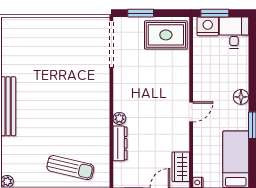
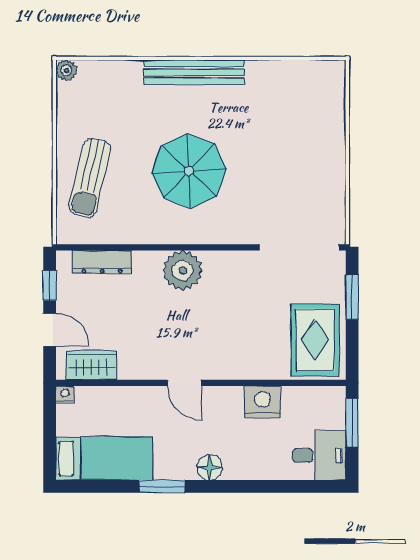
nightstand: (208, 26) -> (262, 402), moved, turned -90
parasol: (66, 109) -> (189, 171), added
plant: (119, 118) -> (183, 270), width x1.88, depth x1.88
dresser: (120, 143) -> (102, 262), moved

